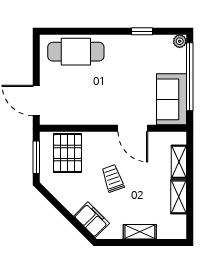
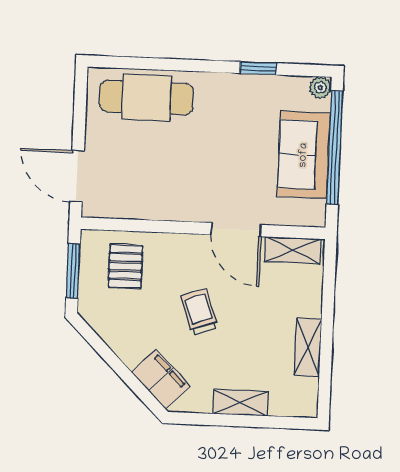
sofa: (171, 99) -> (304, 155), moved
pallet: (68, 153) -> (125, 266), width x0.67, depth x0.71
shelving: (179, 162) -> (293, 250), moved, turned 90

